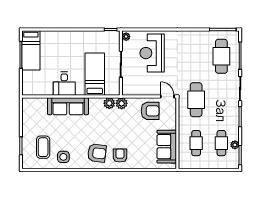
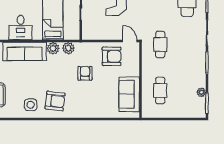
cafe table: (196, 100) -> (160, 44), width x0.73, depth x0.74
plant: (122, 103) -> (53, 48), moved
cafe table: (221, 143) -> (187, 91), removed
armchair: (120, 156) -> (85, 73), moved
side table: (63, 157) -> (31, 105), moved

